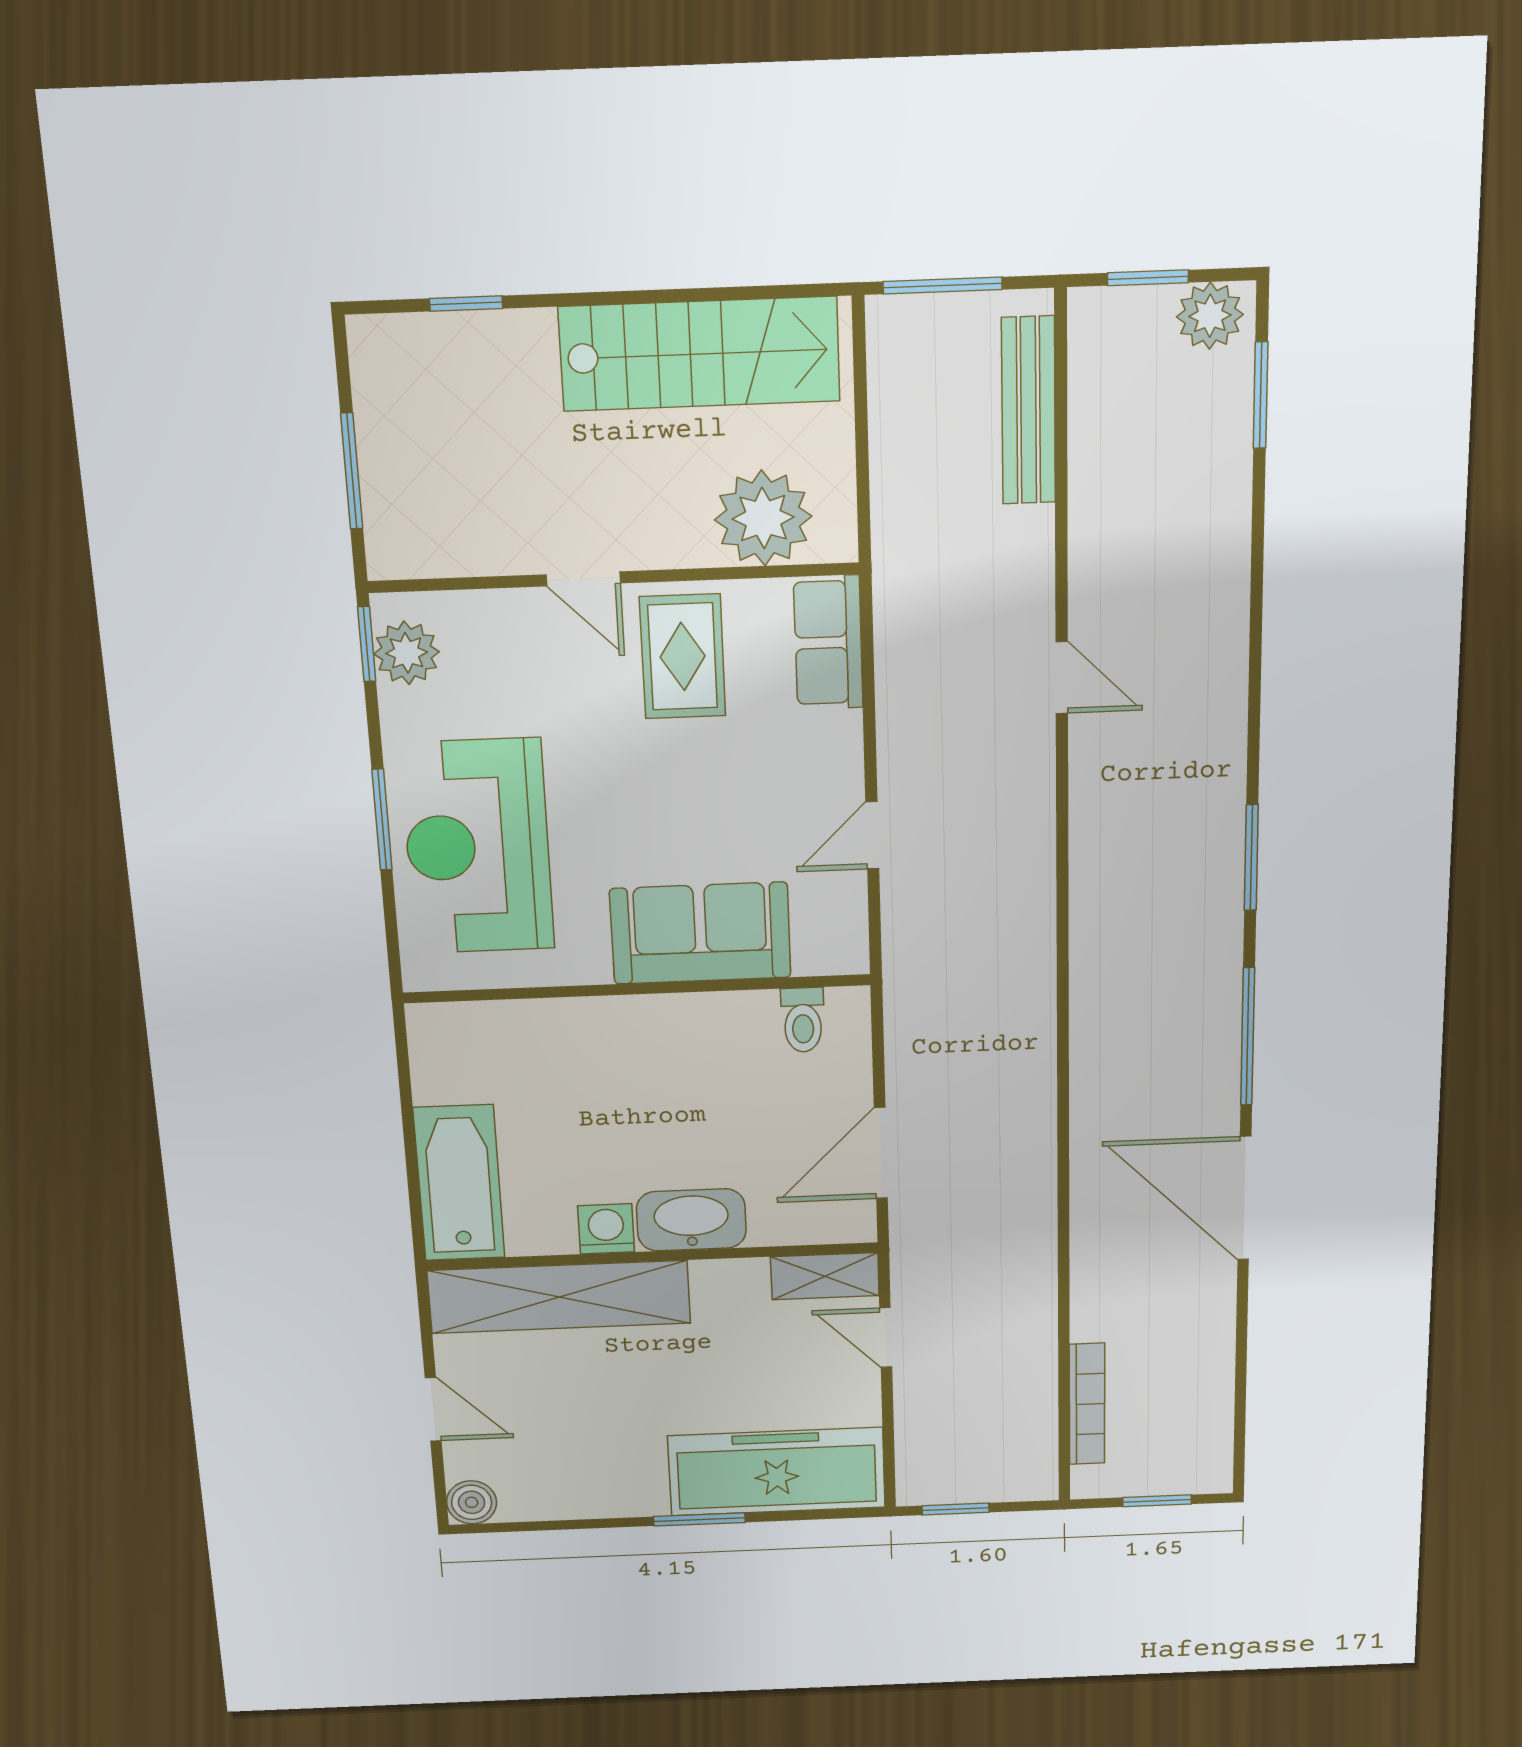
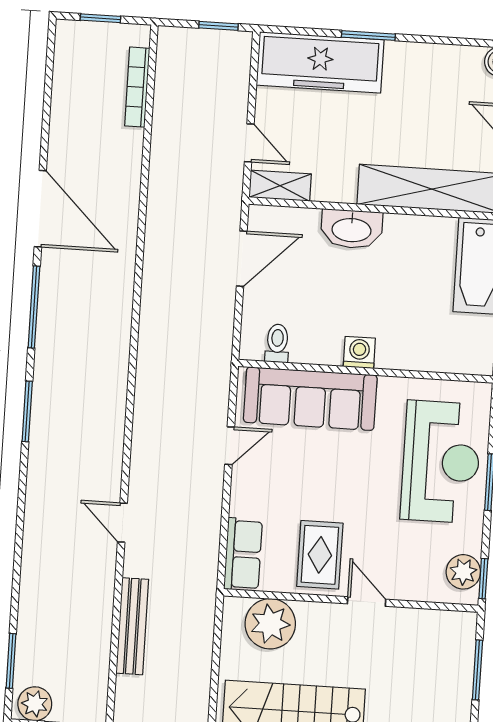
bench: (1028, 411) -> (132, 626), moved
sofa: (700, 933) -> (310, 399), width x1.36
washing machine: (606, 1229) -> (359, 352), moved, turned 180

